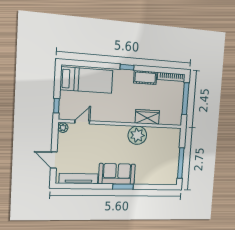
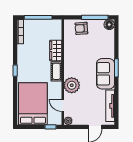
cot: (145, 77) -> (56, 71), moved
bed: (87, 80) -> (33, 104), width x1.50
plant: (137, 135) -> (72, 85), moved
armchair: (170, 148) -> (81, 28), added
floor lamp: (172, 179) -> (109, 25), added

